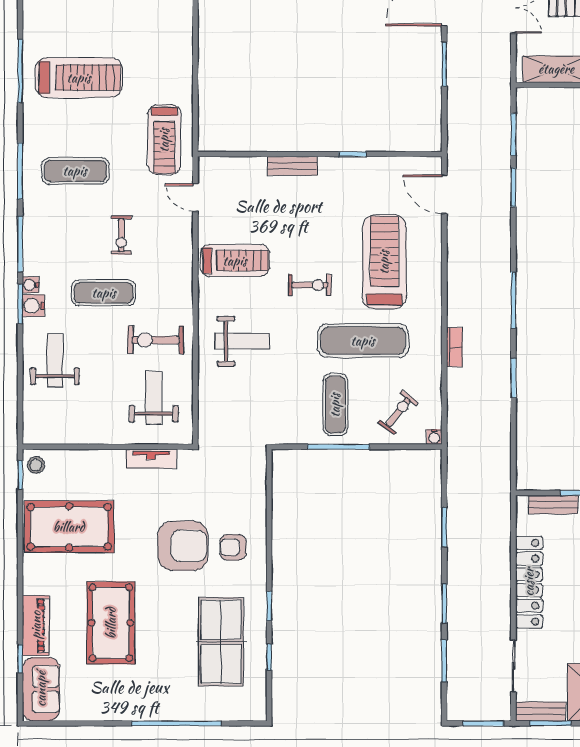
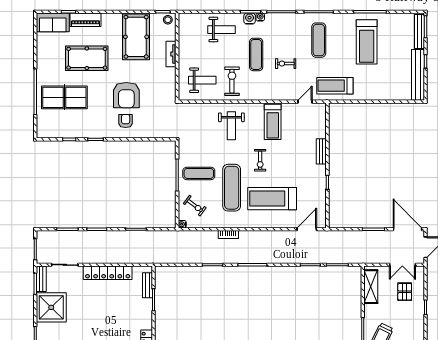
treadmill: (384, 262) -> (272, 199), turned 180
tv unit: (151, 459) -> (171, 54), moved
table tennis table: (221, 642) -> (64, 97), moved

